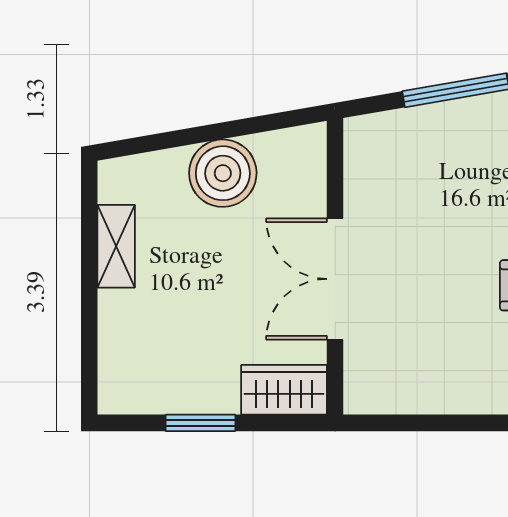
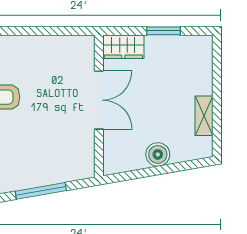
boiler: (223, 173) -> (158, 154), width x0.73, depth x0.73

